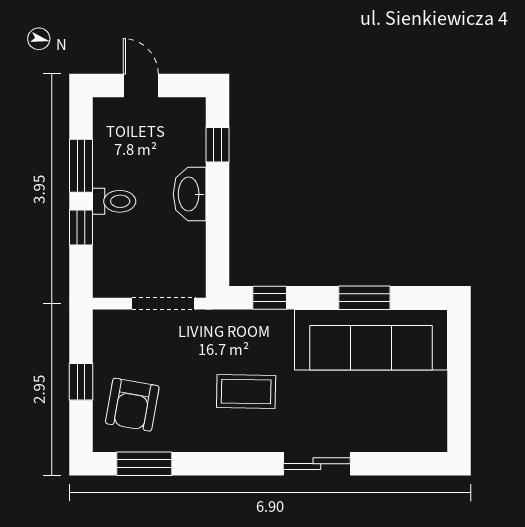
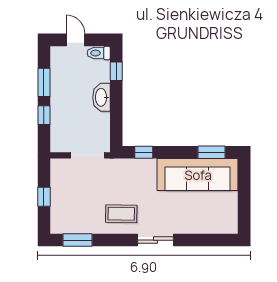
toilet: (114, 201) -> (99, 53), moved, turned 180
window: (364, 298) -> (211, 152), moved
coffee table: (246, 391) -> (121, 214), moved
armchair: (132, 405) -> (71, 209), removed
sliding door: (317, 464) -> (156, 240), moved

